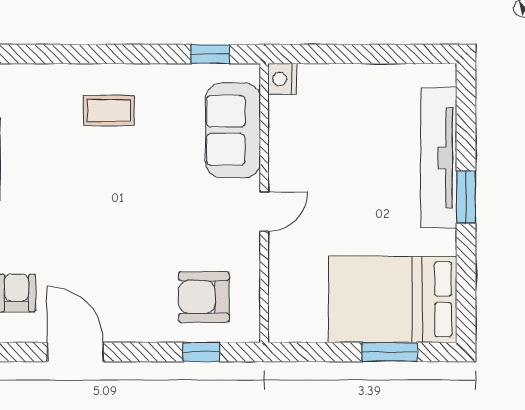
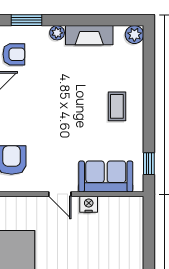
nightstand: (282, 79) -> (89, 204), moved

